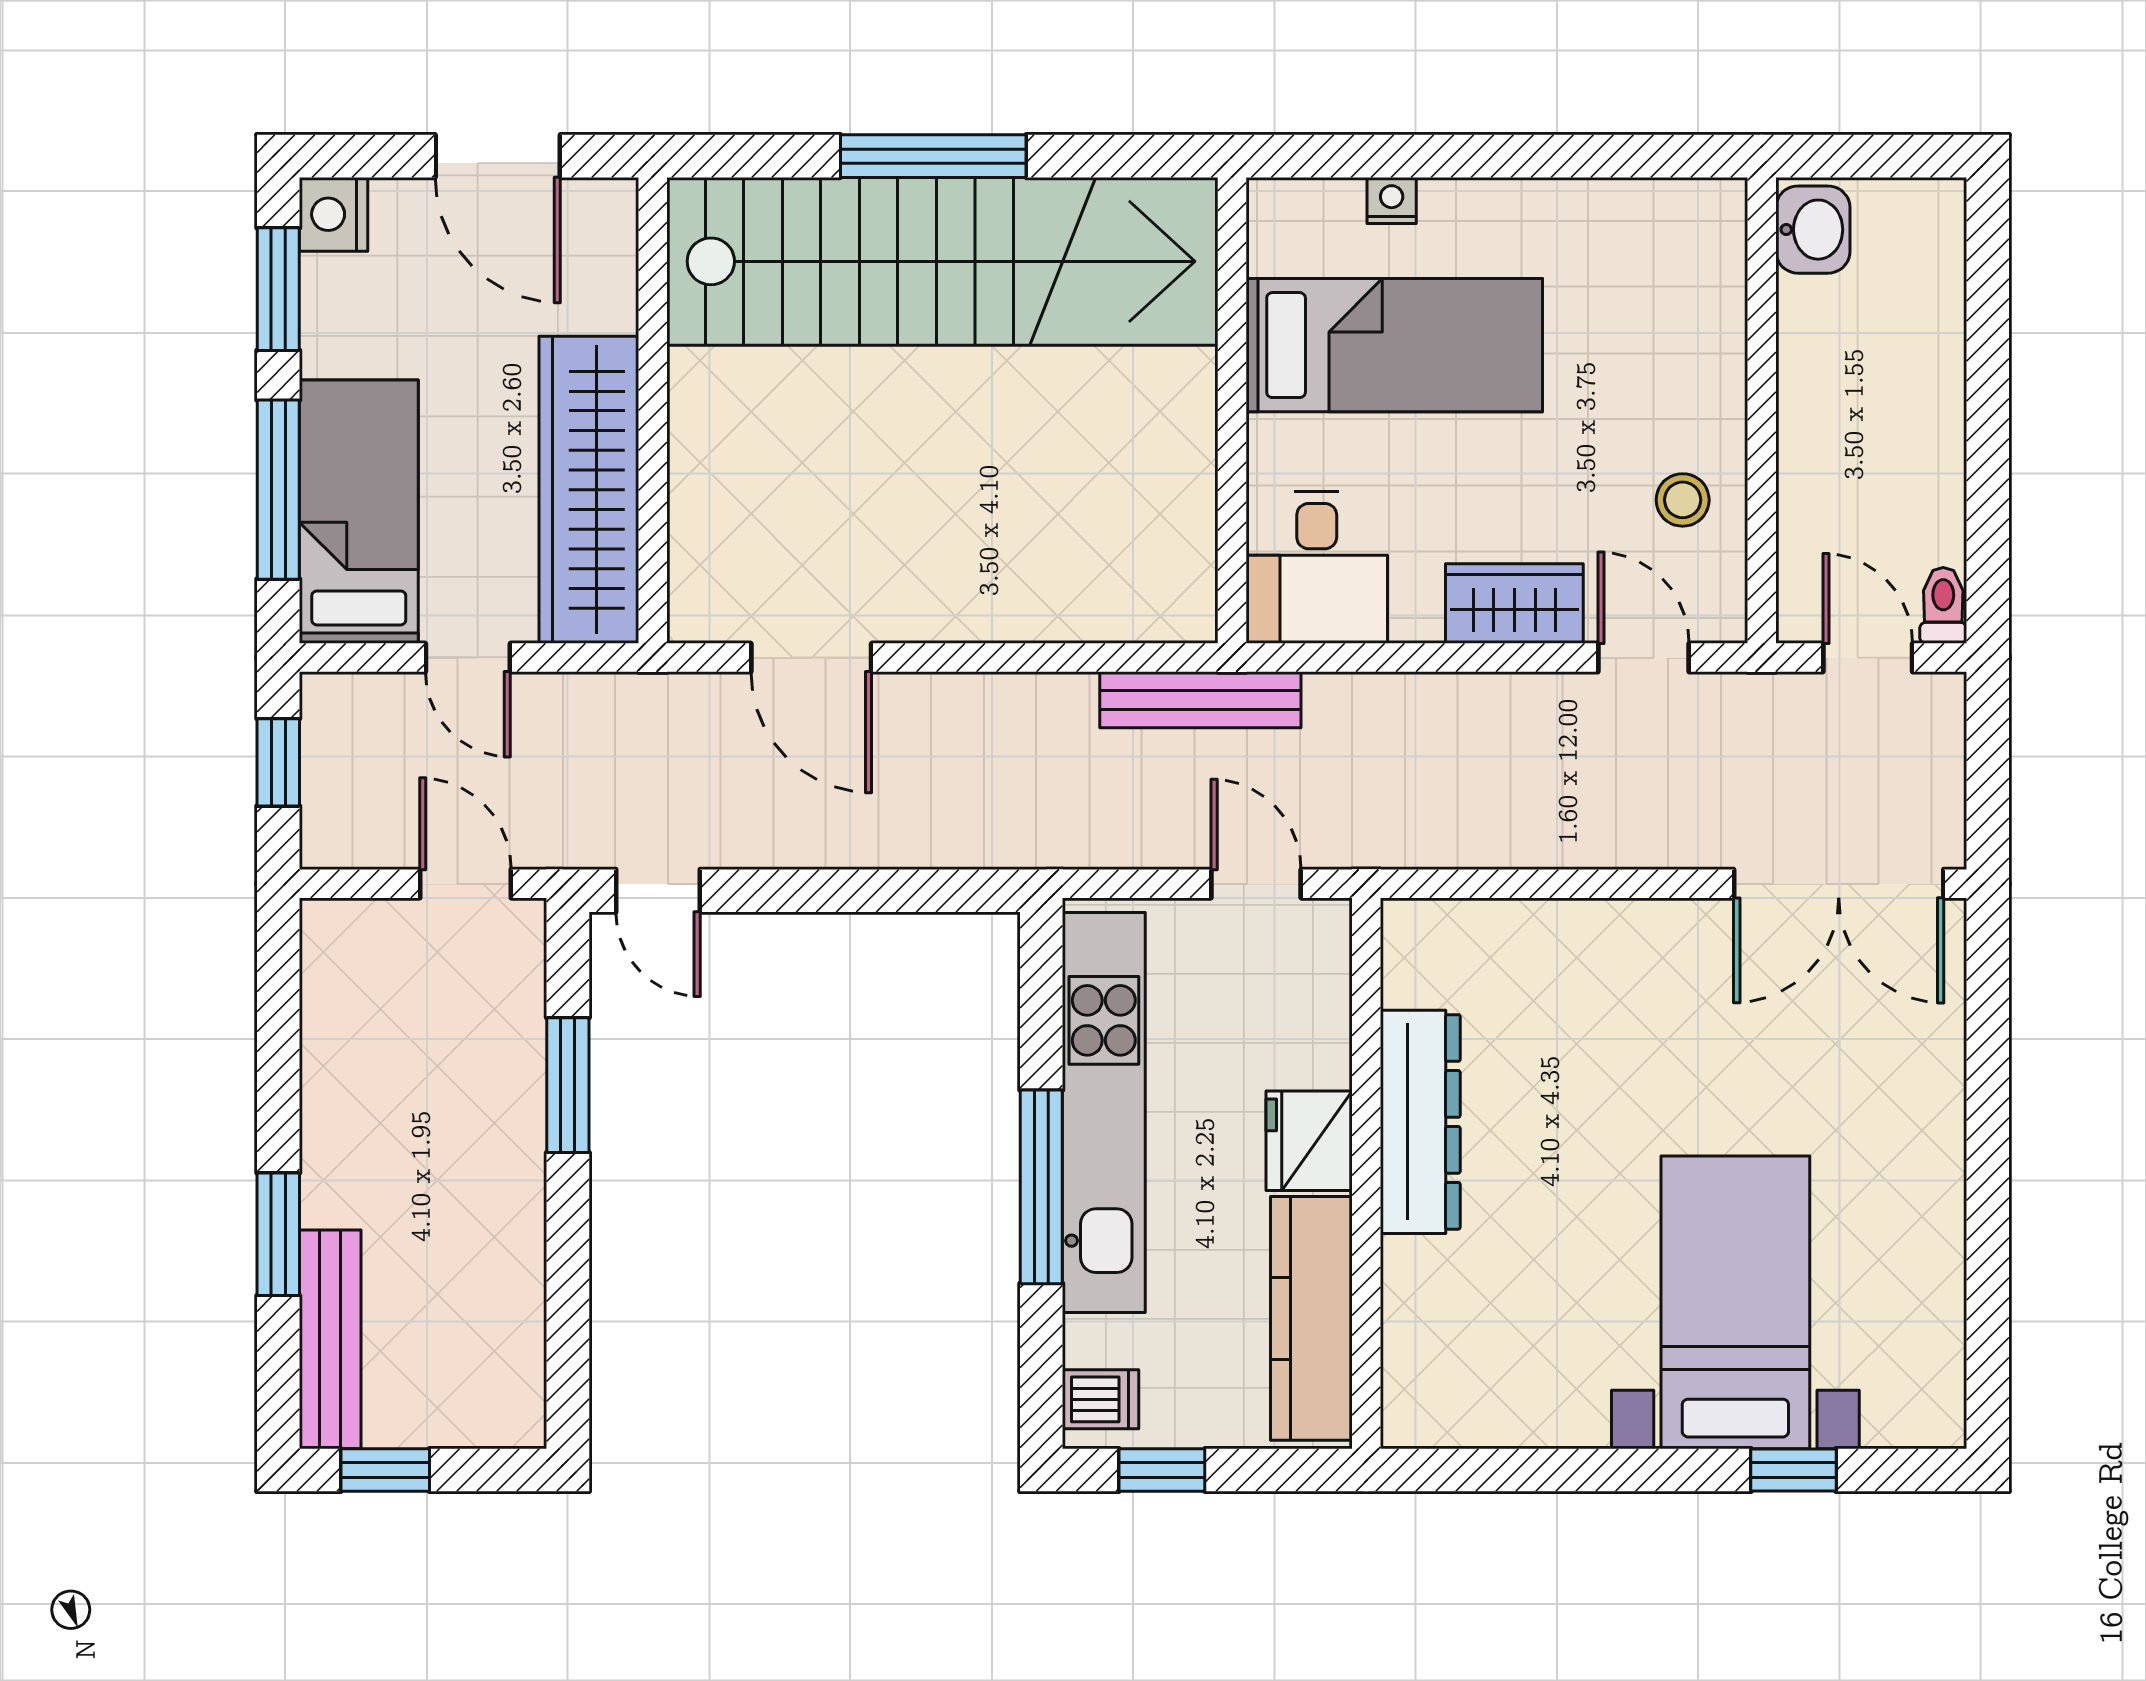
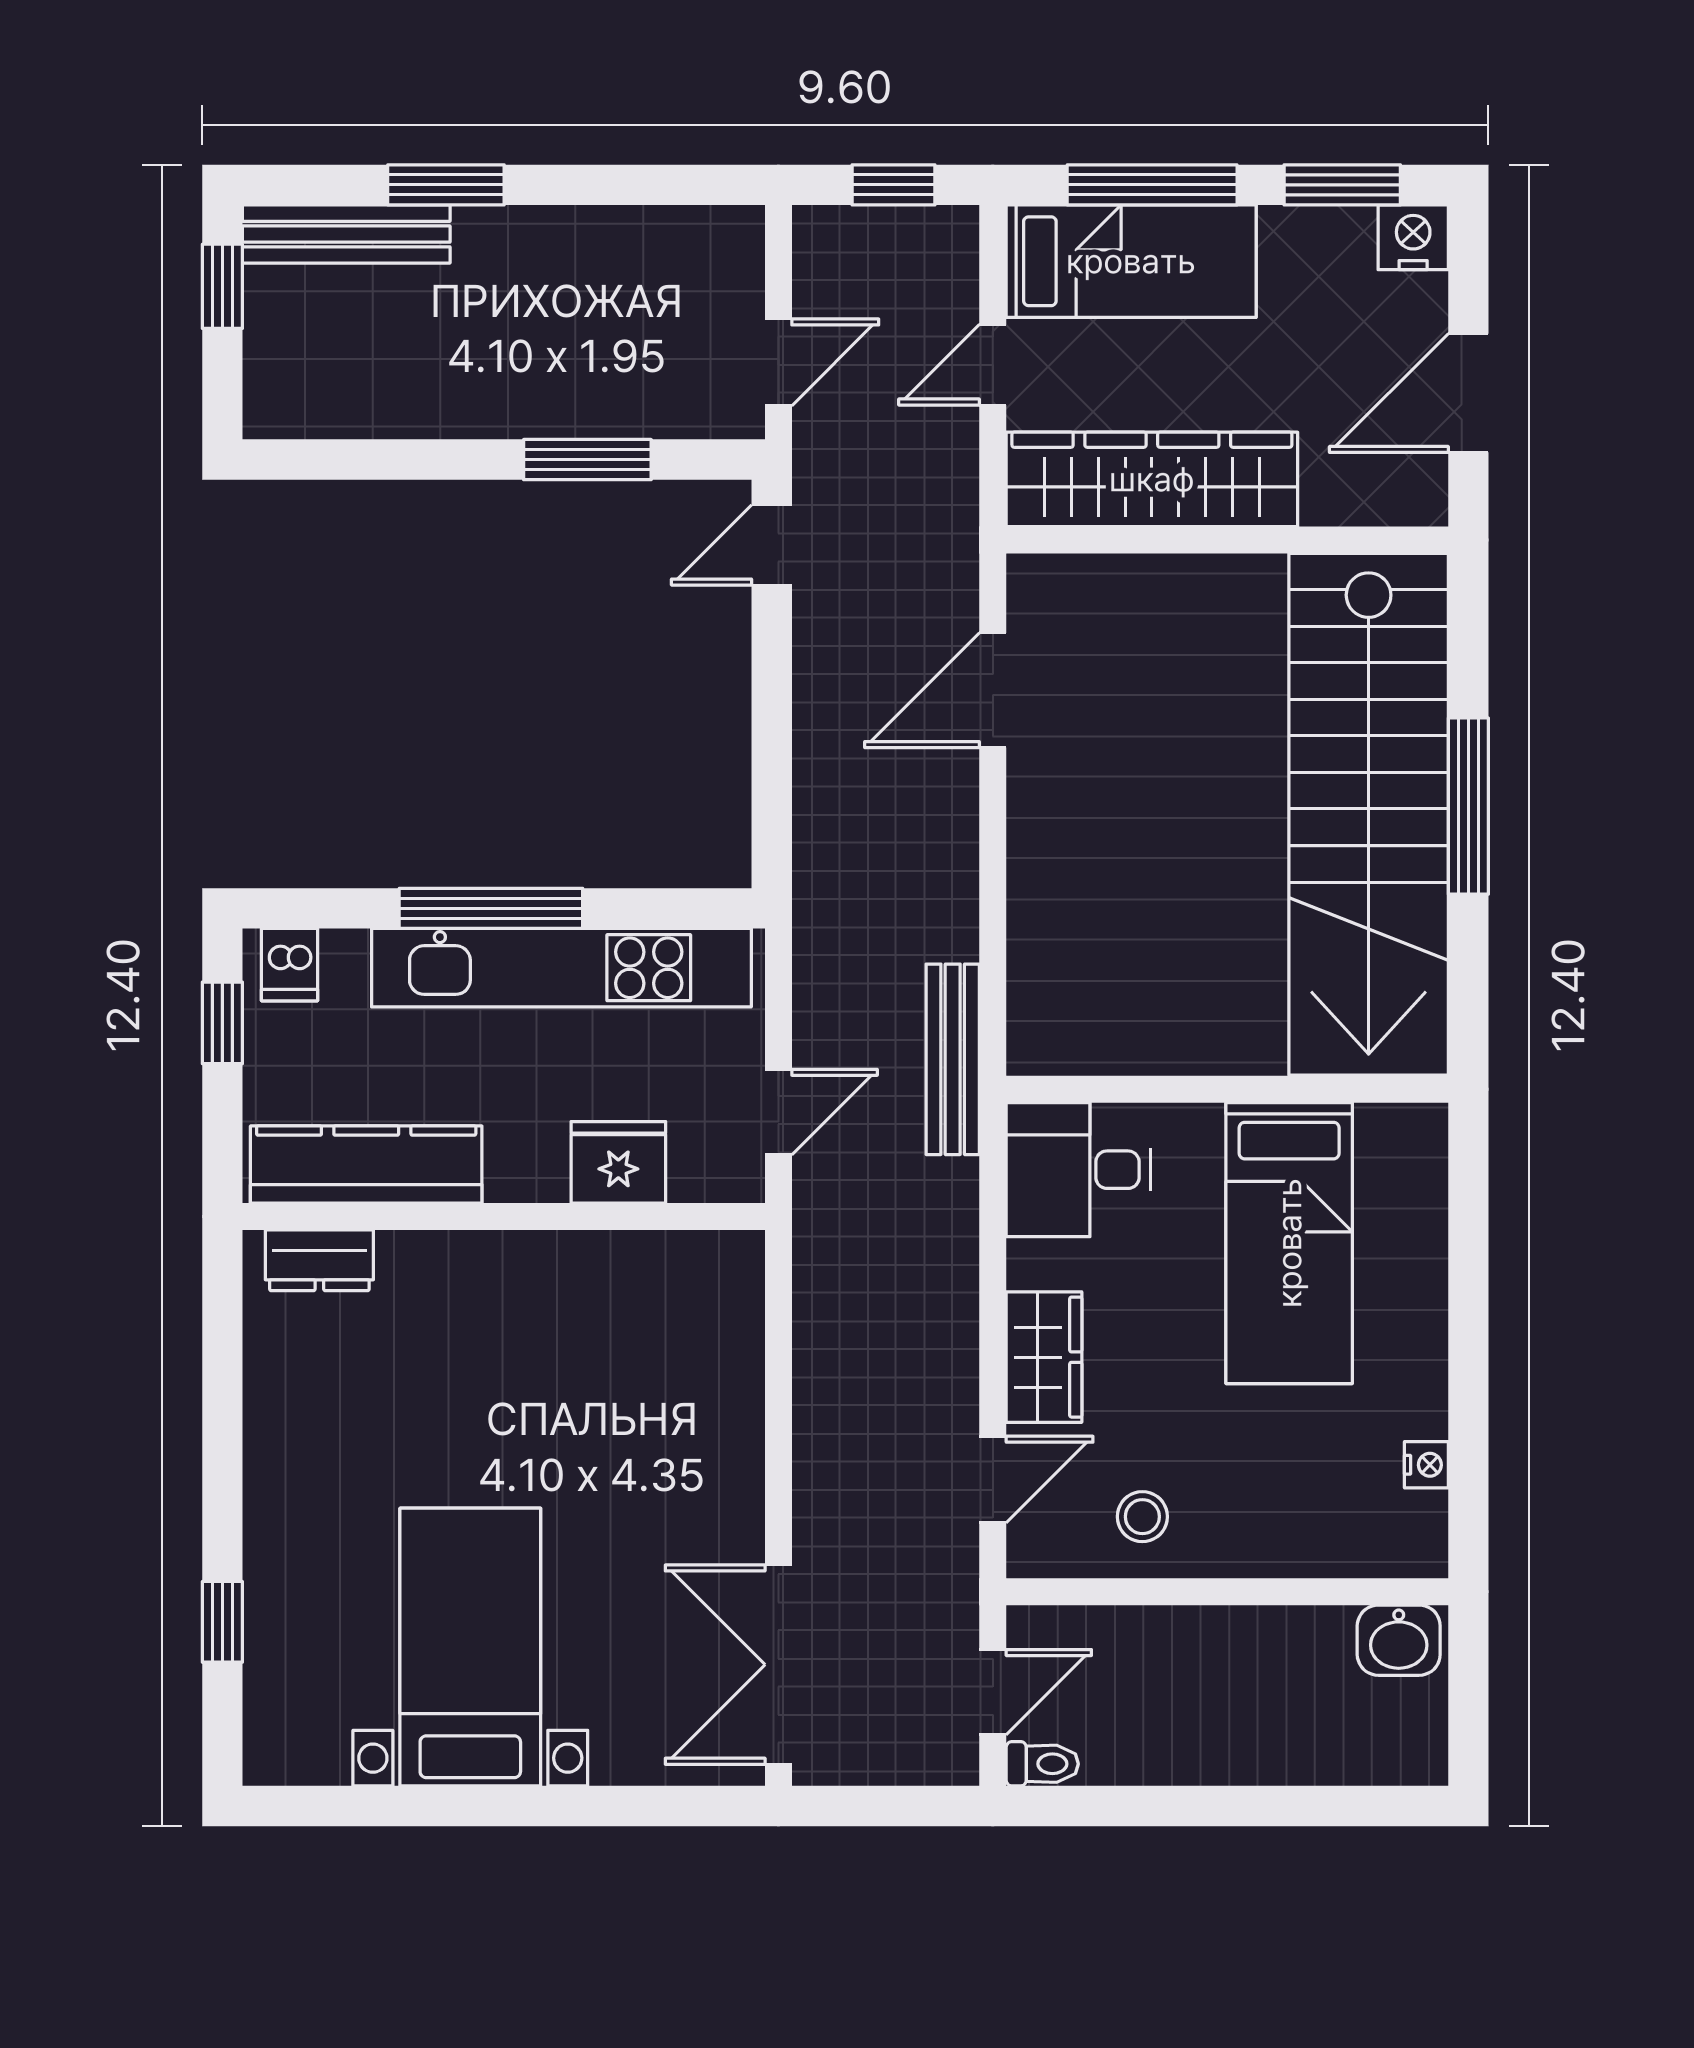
nightstand: (1392, 200) -> (1426, 1465), moved
dresser: (1420, 1122) -> (319, 1260), moved, width x0.51, depth x0.80
fridge: (1309, 1141) -> (618, 1162), moved
bed with nightstands: (1735, 1302) -> (470, 1647), moved, turned -90

